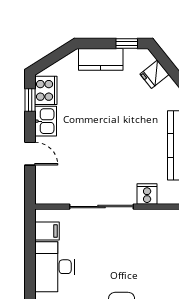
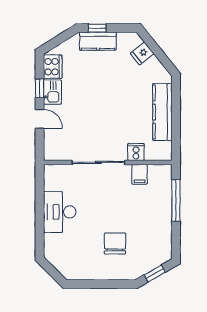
window: (127, 44) -> (97, 28), moved
window: (30, 100) -> (40, 88), moved
filing cabinet: (47, 231) -> (140, 174), moved, turned 90

